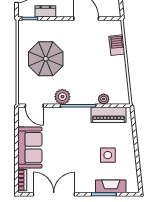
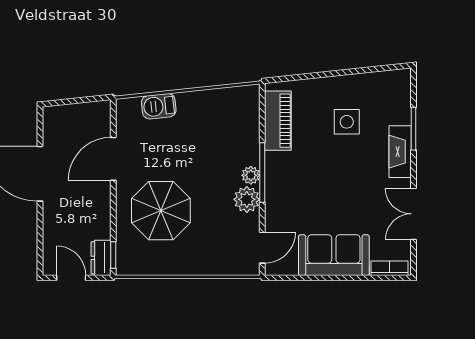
dresser: (45, 11) -> (101, 258), moved
parasol: (46, 59) -> (161, 211), moved
plant: (104, 99) -> (251, 175), moved
fireplace: (111, 186) -> (400, 152), moved
double door: (54, 194) -> (414, 214), width x0.73

